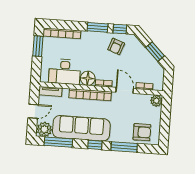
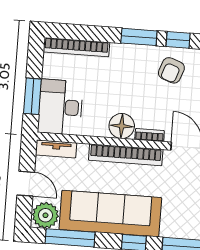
window: (38, 46) -> (32, 96), moved
desk: (65, 72) -> (60, 107), moved, turned 90
door: (33, 111) -> (26, 184), hinge flipped

